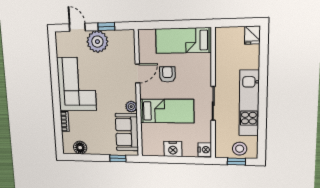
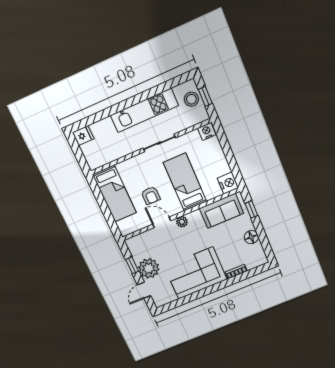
armchair: (167, 74) -> (151, 195), turned -90
plant: (131, 107) -> (182, 222), moved
floor lamp: (80, 148) -> (251, 237), moved
nightstand: (173, 149) -> (228, 183), moved

